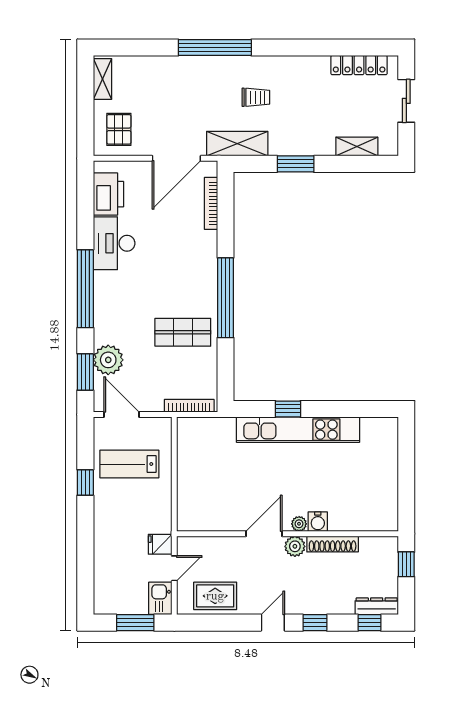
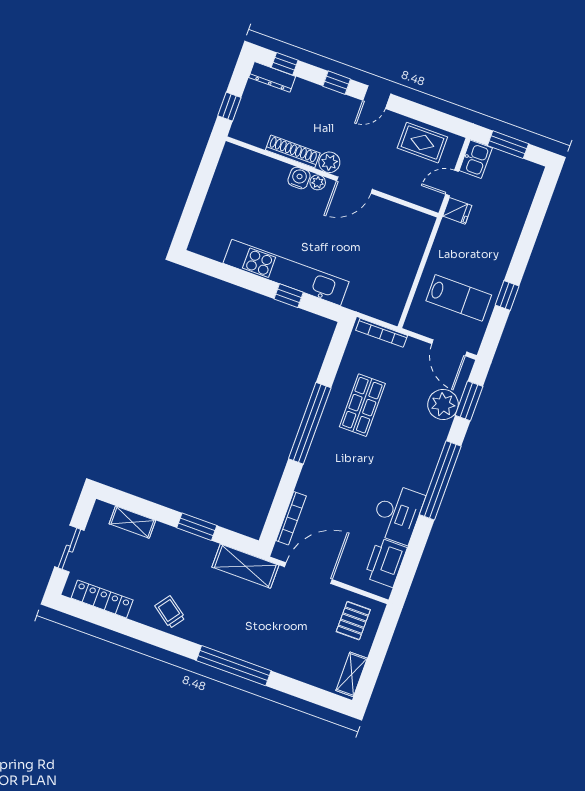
trolley: (256, 97) -> (170, 612), moved, turned 36
shop shelf: (183, 332) -> (362, 405), turned 90

